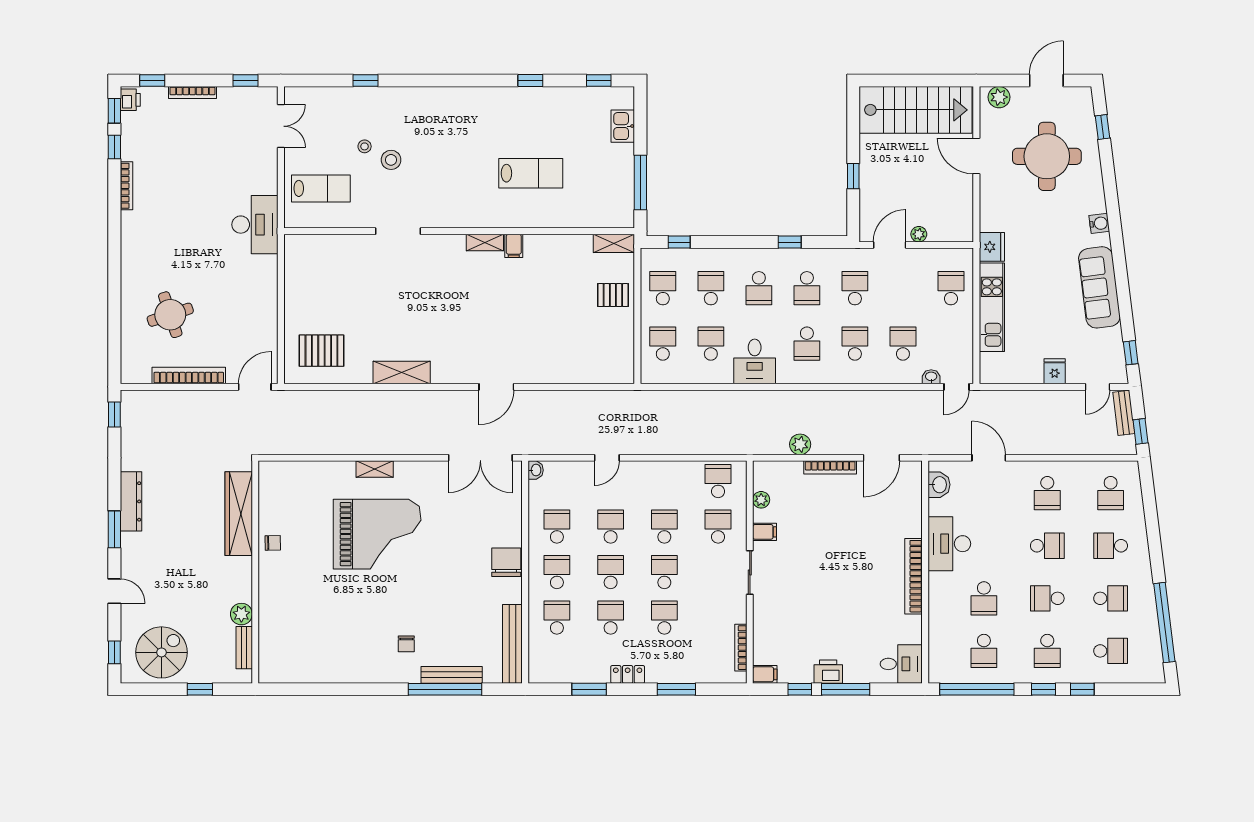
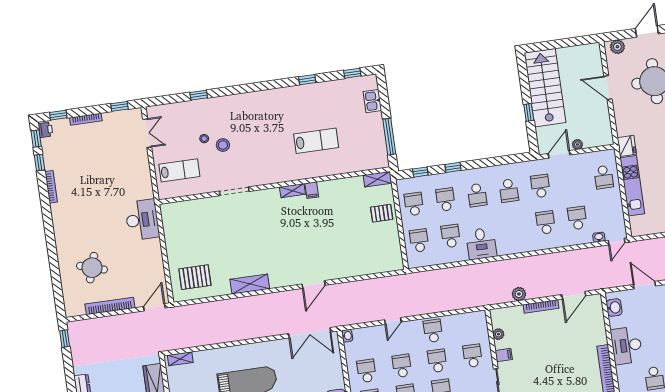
stairs: (916, 110) -> (545, 88), moved, turned -90
desk: (255, 225) -> (142, 220), moved
window: (790, 242) -> (453, 167), moved
school desk: (951, 288) -> (604, 177), turned 180
round table: (170, 315) -> (92, 268), turned 35
school desk: (807, 344) -> (514, 227), removed
shelving: (375, 469) -> (180, 359), moved
school desk: (718, 481) -> (433, 331), moved

